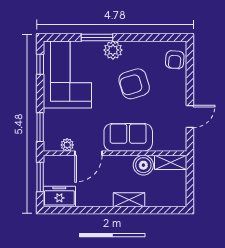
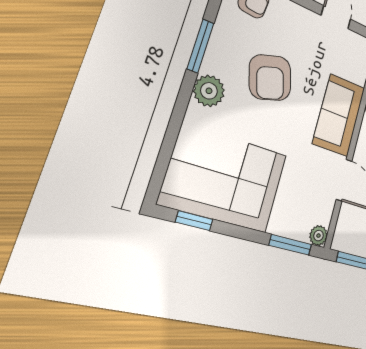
window: (97, 38) -> (200, 46), moved
plant: (67, 145) -> (318, 236), moved

